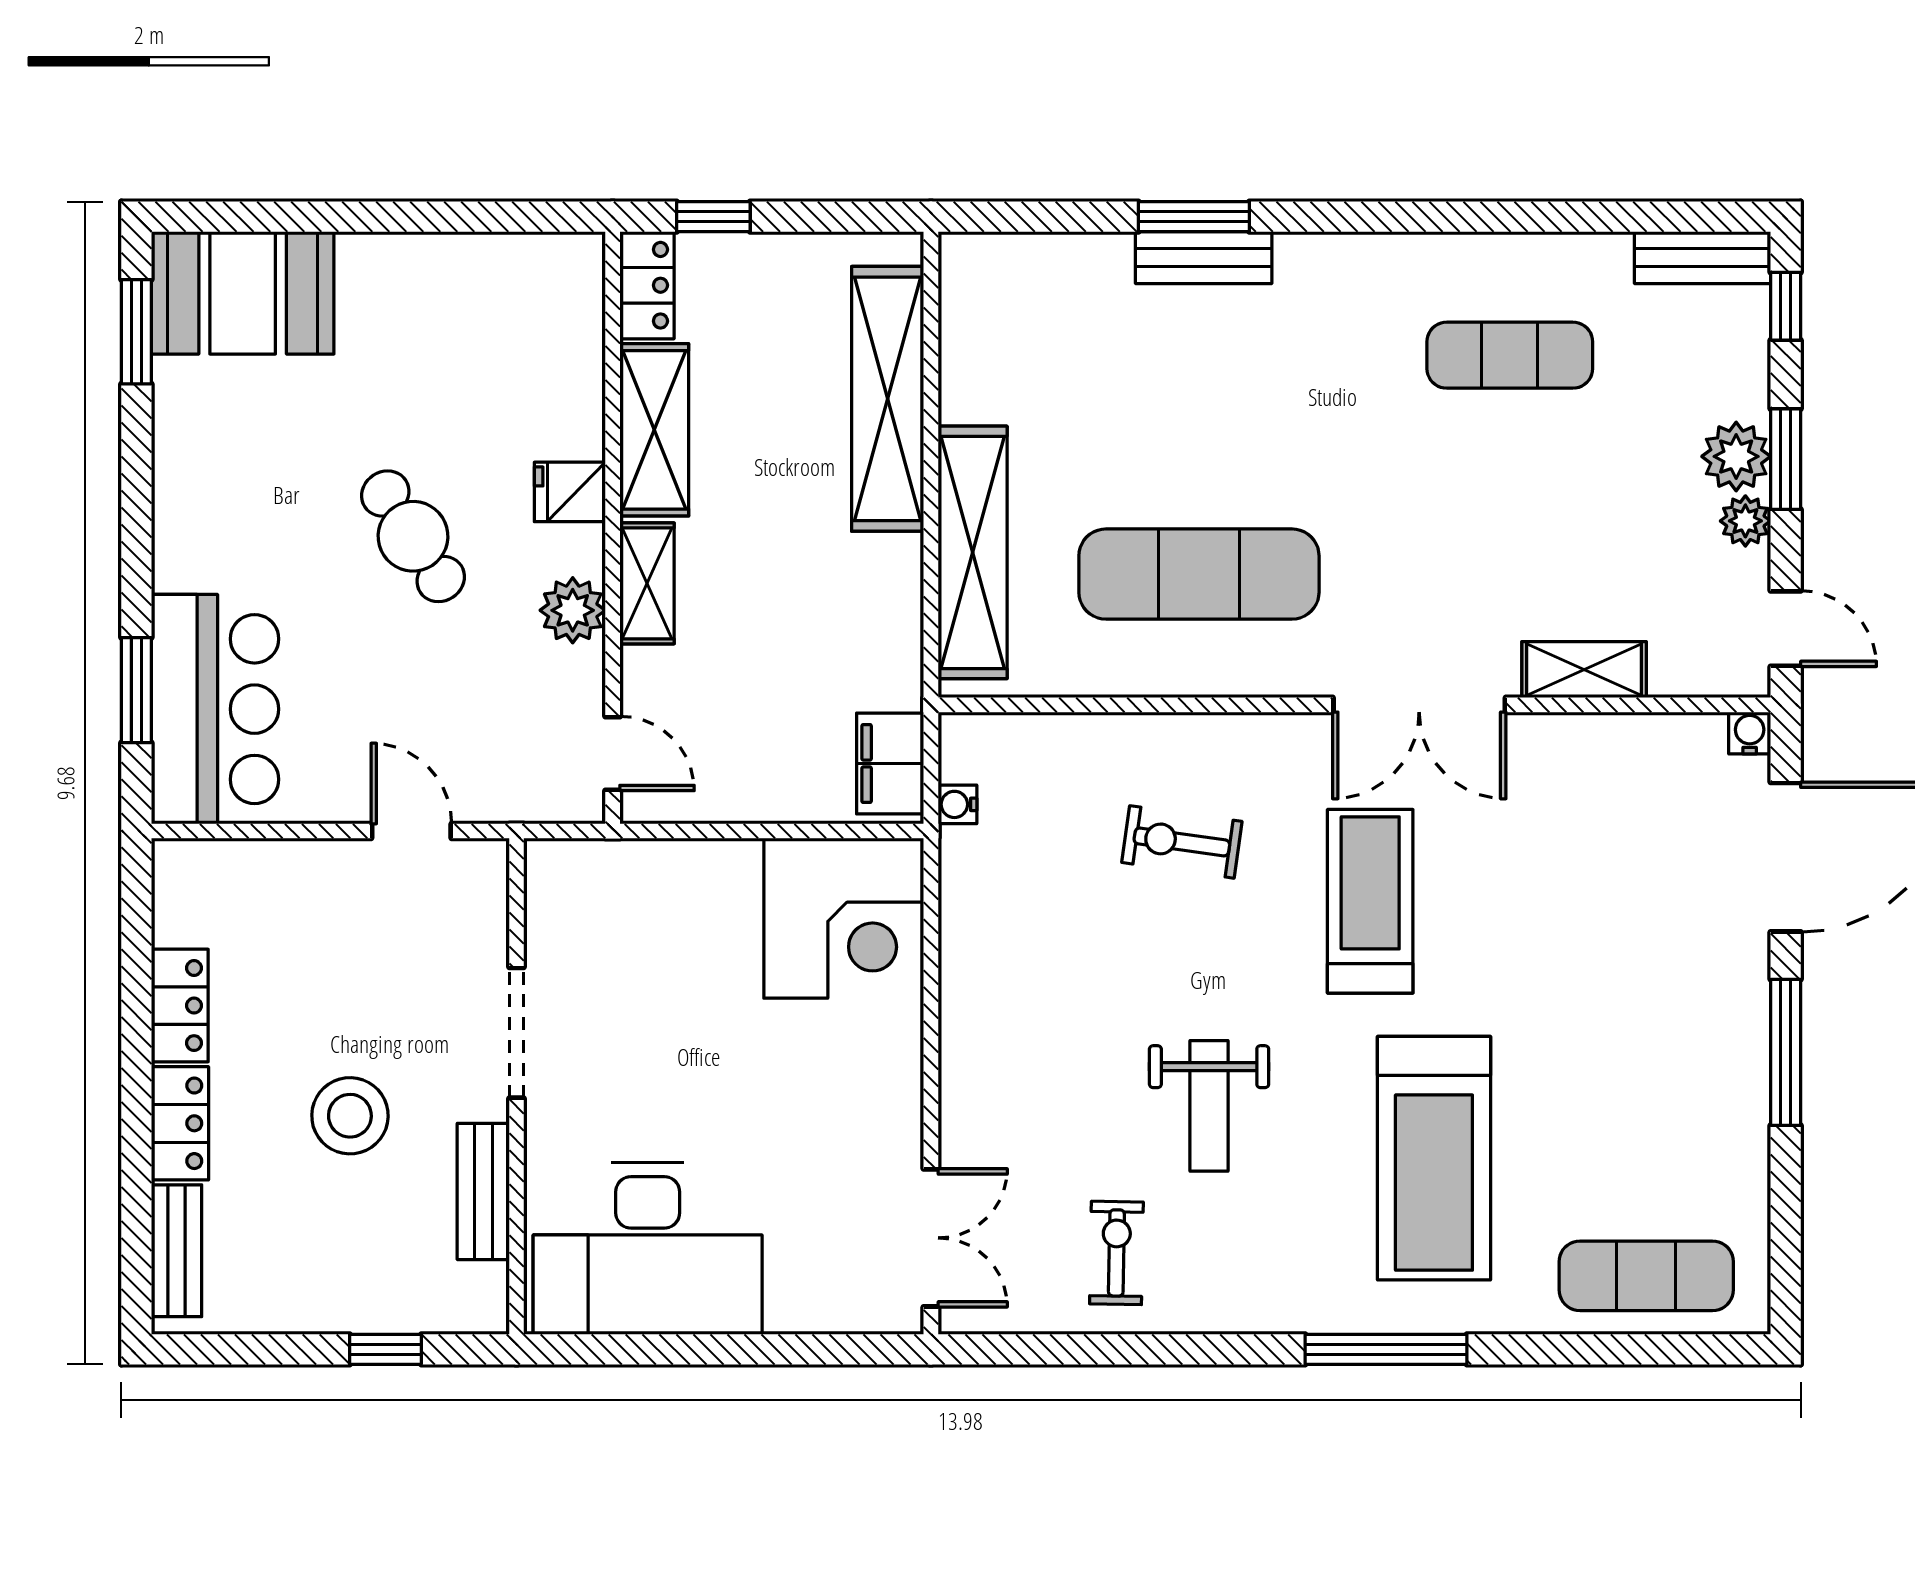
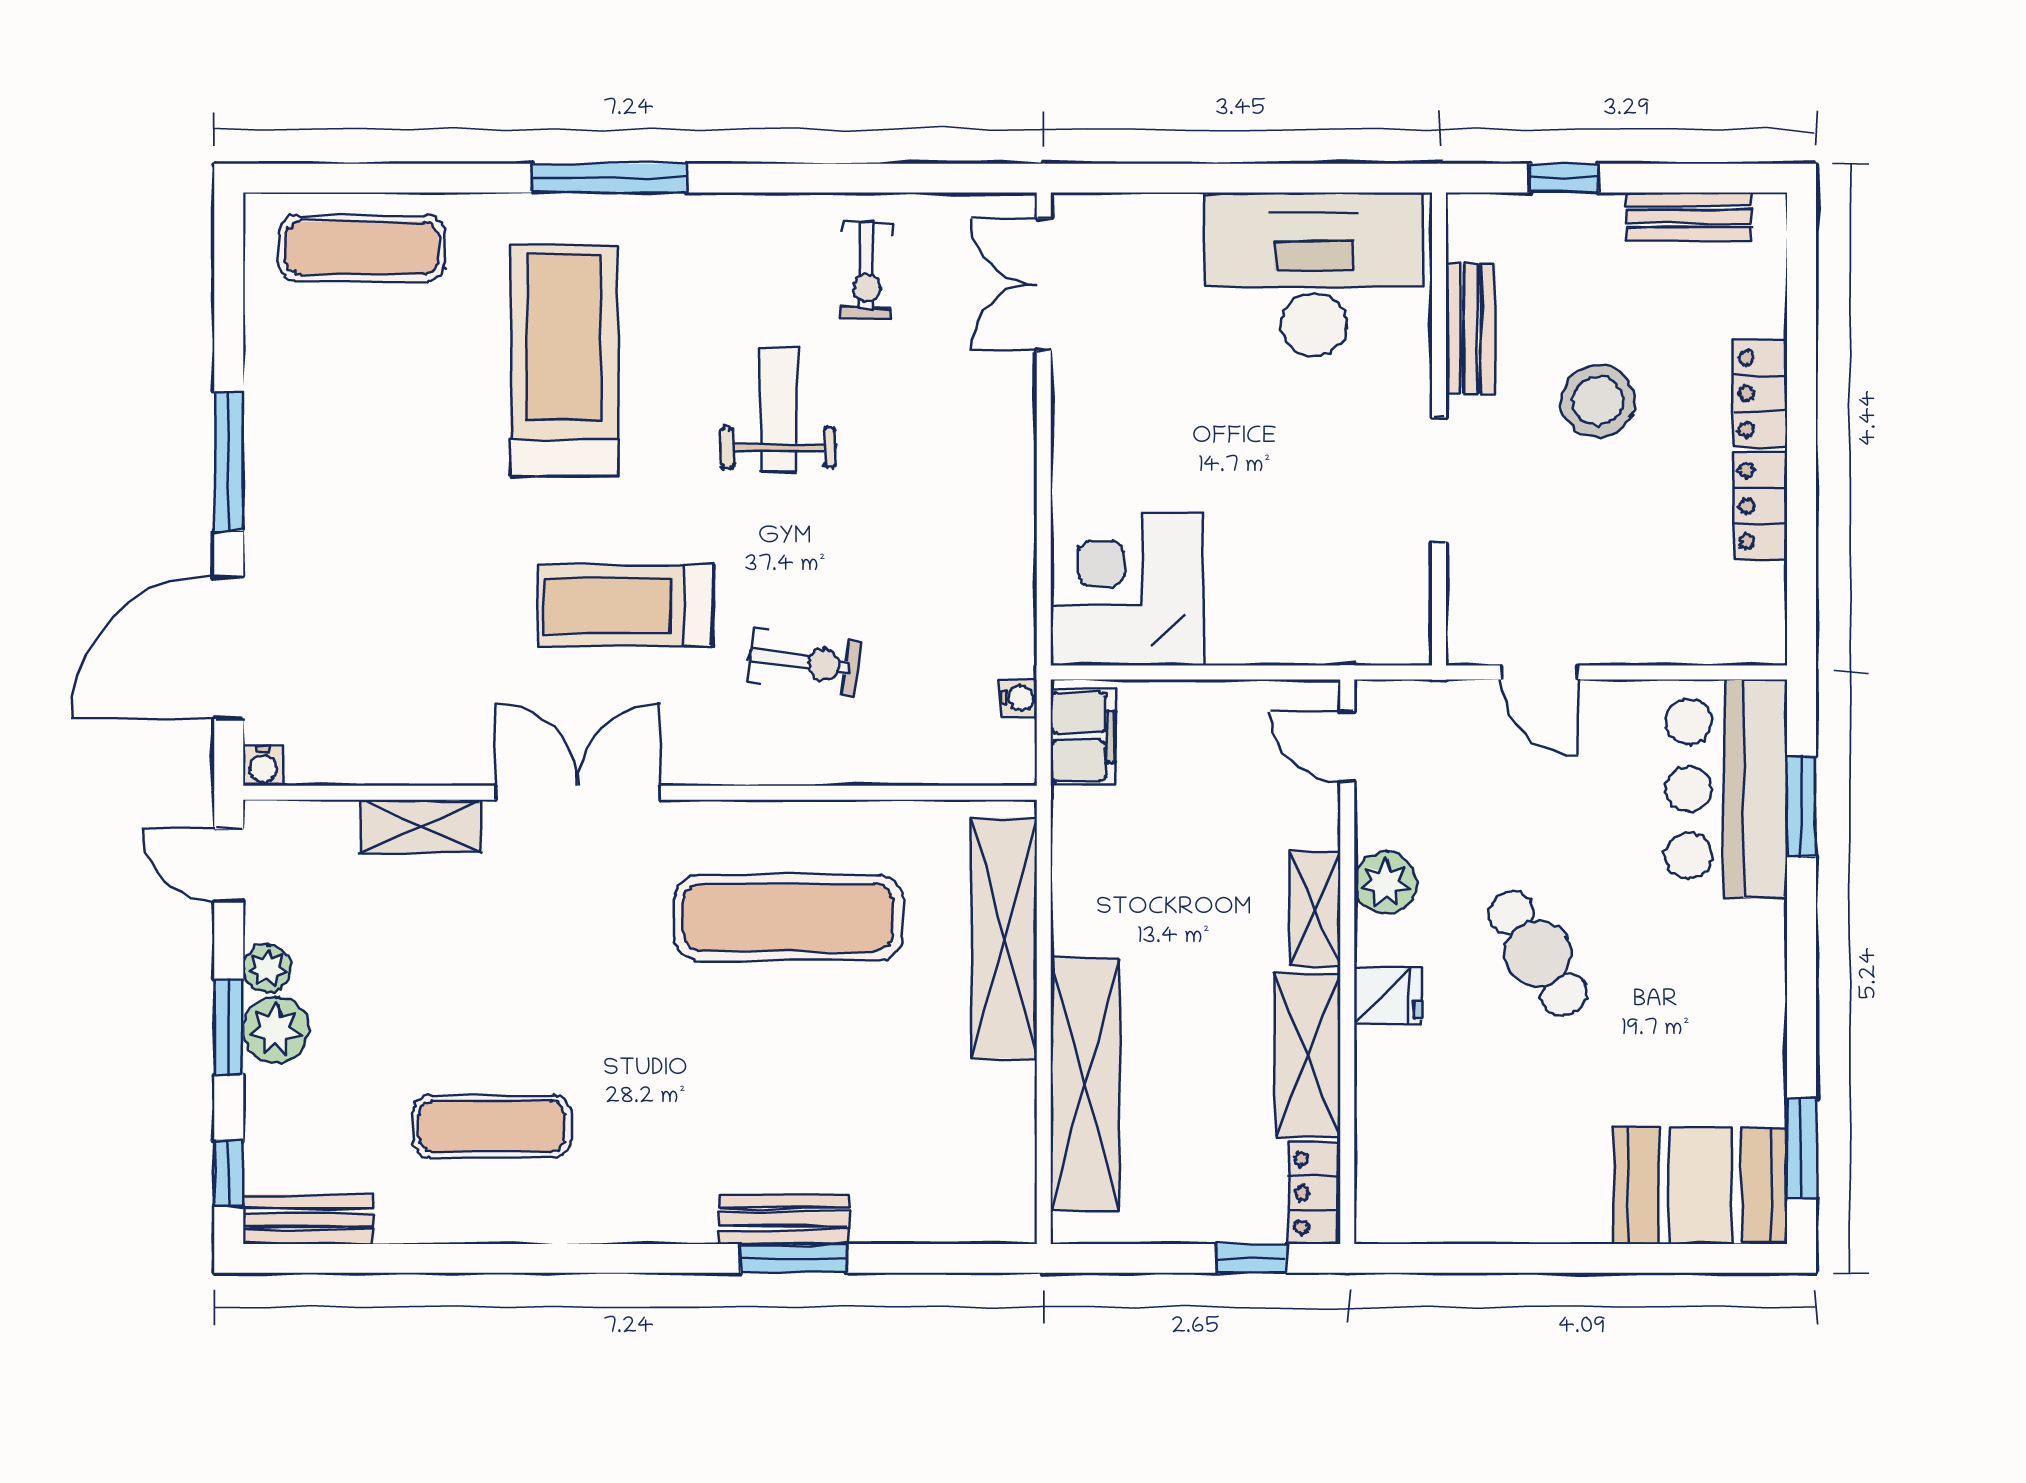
treadmill: (1370, 901) -> (625, 605), turned 90
bench: (176, 1251) -> (1689, 216), moved, turned 90

